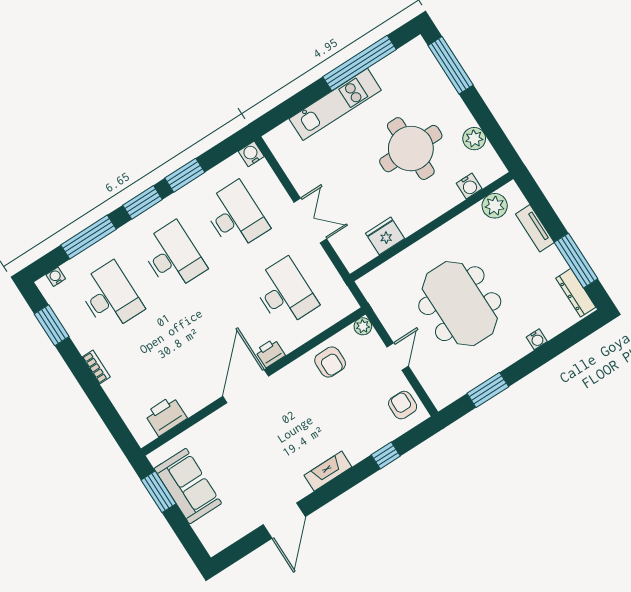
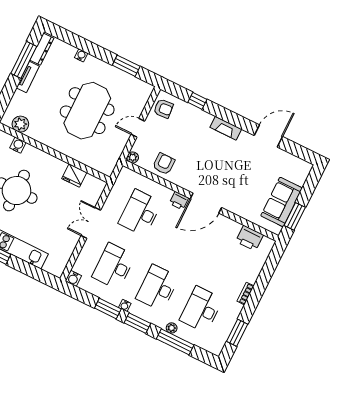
tv unit: (535, 228) -> (28, 77), moved
plant: (109, 243) -> (172, 328), added
water cooler: (56, 277) -> (125, 305), moved
armchair: (403, 405) -> (163, 109), turned -95

